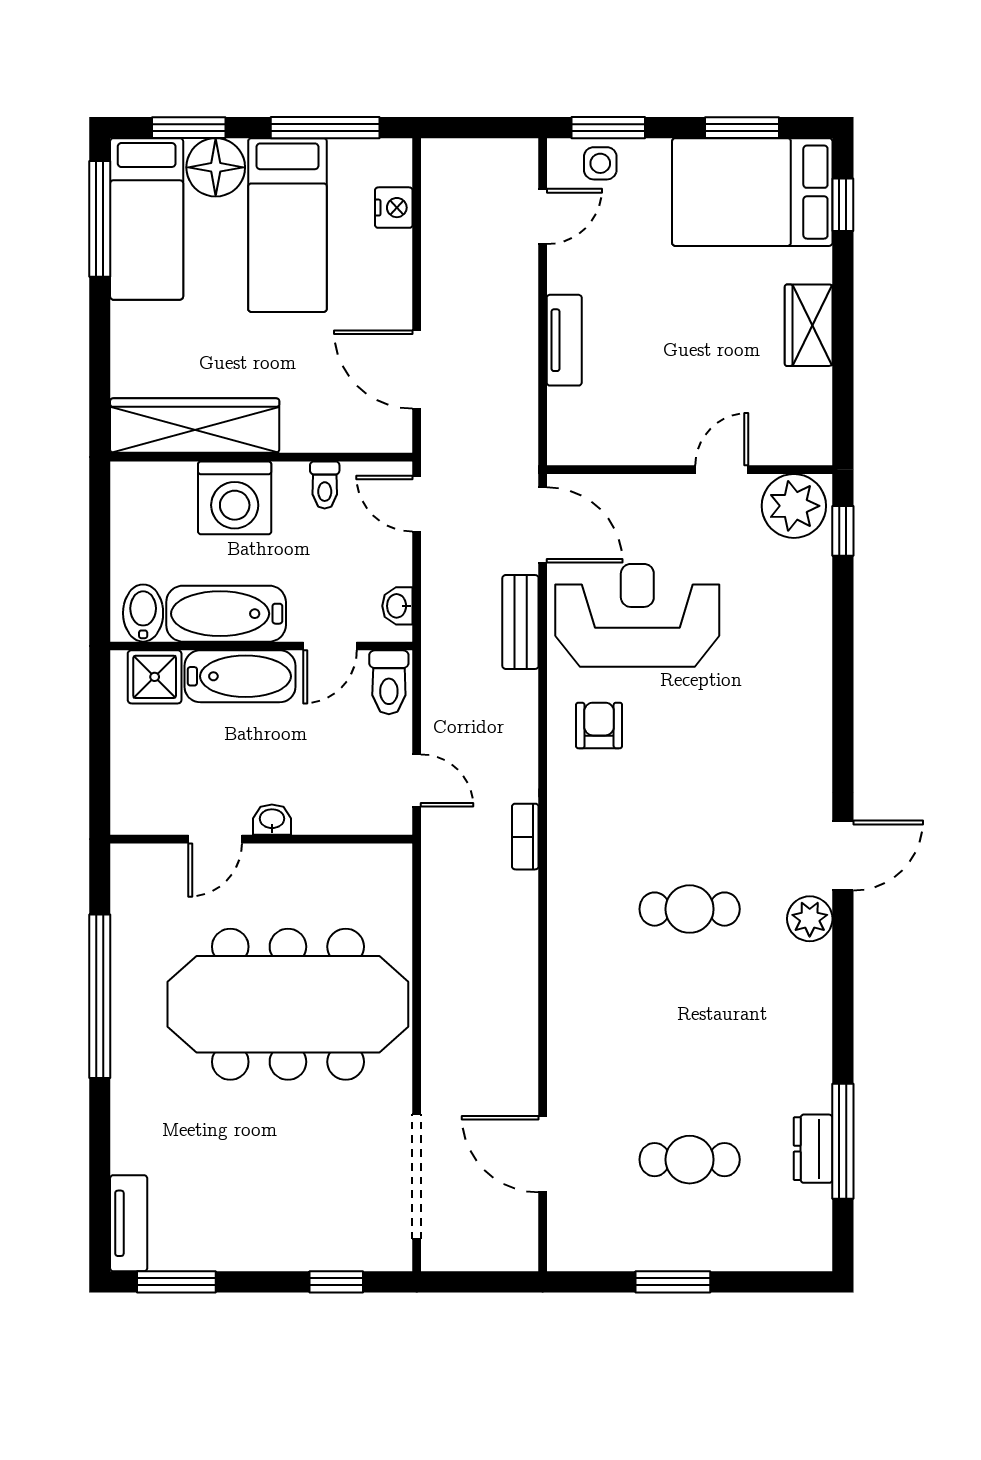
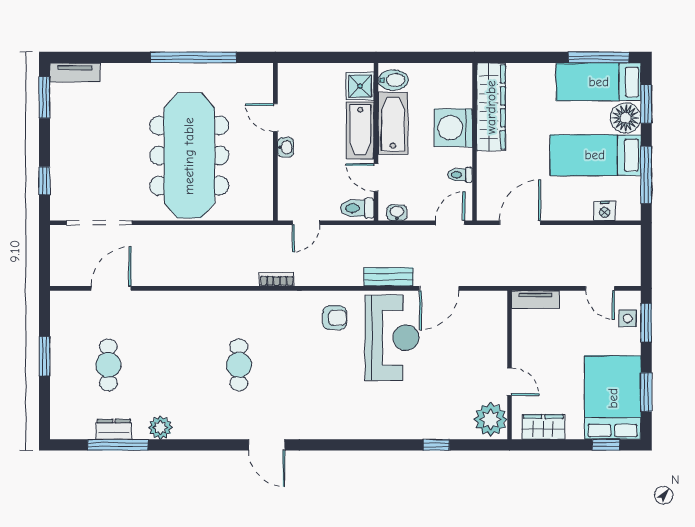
wall: (690, 470) -> (510, 365), moved
door: (722, 470) -> (510, 382), moved
plant: (794, 506) -> (491, 419), moved
plant: (810, 919) -> (160, 428), moved

